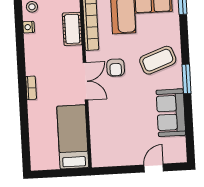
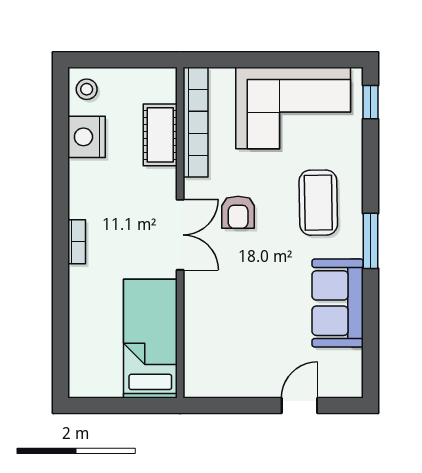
nightstand: (29, 27) -> (86, 137), width x1.89, depth x1.79
coffee table: (158, 60) -> (318, 203), turned -71

